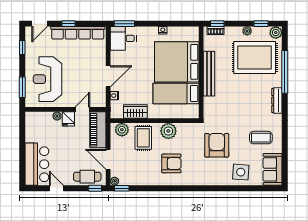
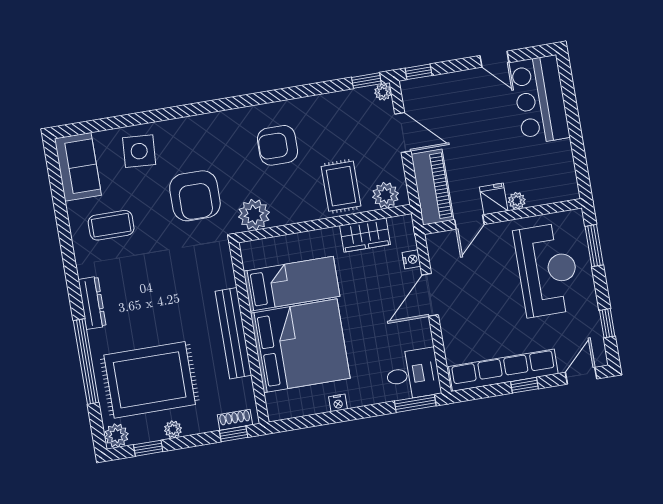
plant: (168, 131) -> (254, 215), moved
cafe table: (87, 177) -> (438, 92), removed

